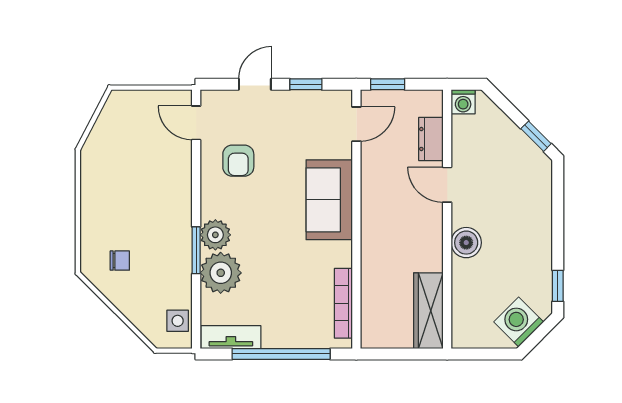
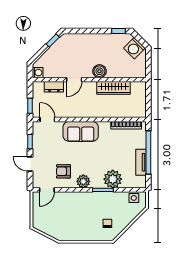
armchair: (238, 161) -> (63, 171), turned 180
plant: (215, 235) -> (83, 181), moved
wardrobe: (428, 311) -> (113, 88), moved
tv unit: (231, 337) -> (141, 162), moved

